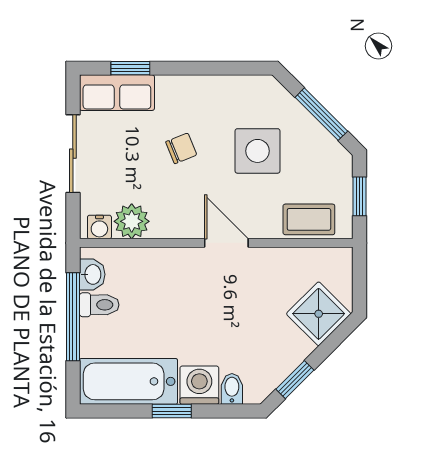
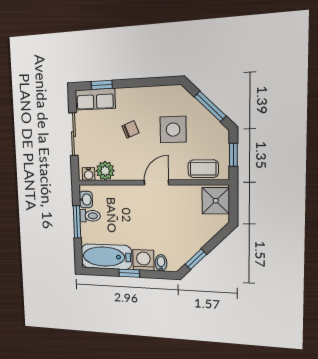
door: (226, 243) -> (156, 182), hinge flipped
shower: (319, 314) -> (216, 201), moved, turned 45
window: (73, 317) -> (77, 222), width x0.69

